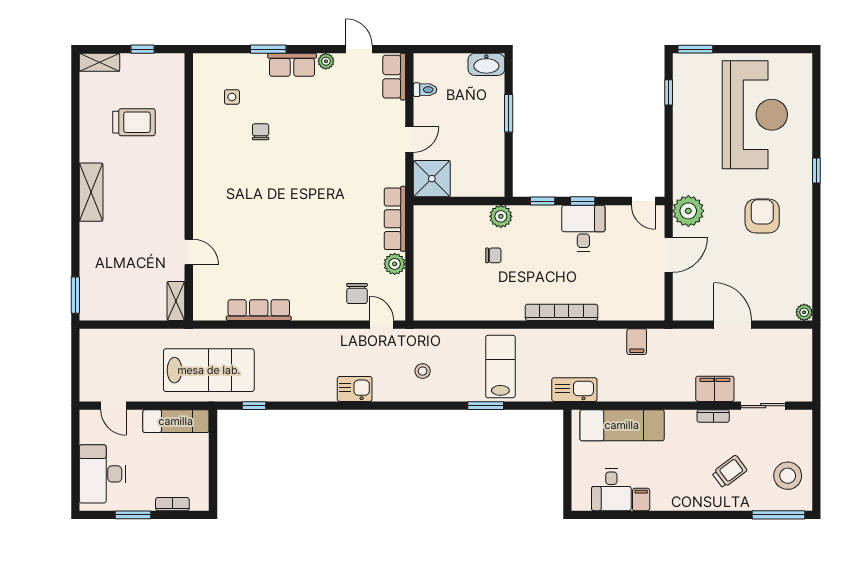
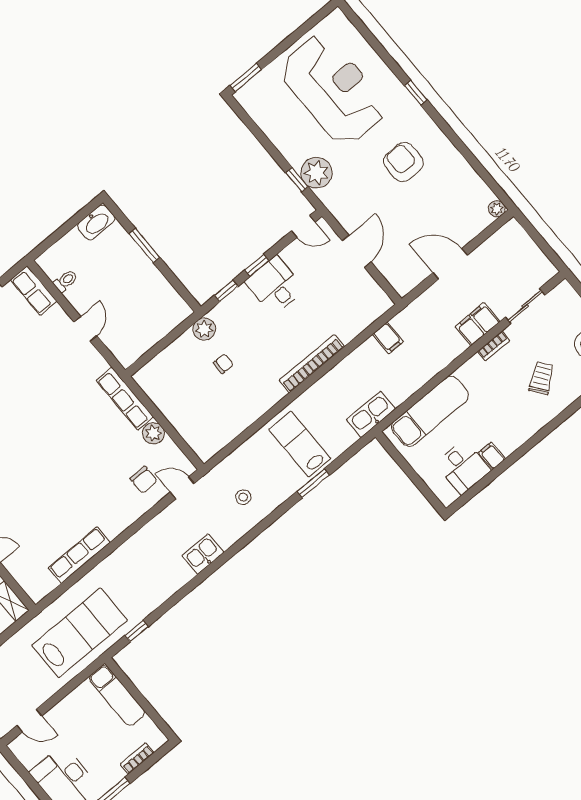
window: (669, 92) -> (297, 180), moved
shower: (432, 179) -> (127, 344), removed
plant: (688, 211) -> (316, 173), moved
exam couch: (176, 421) -> (117, 695), moved, turned 90

